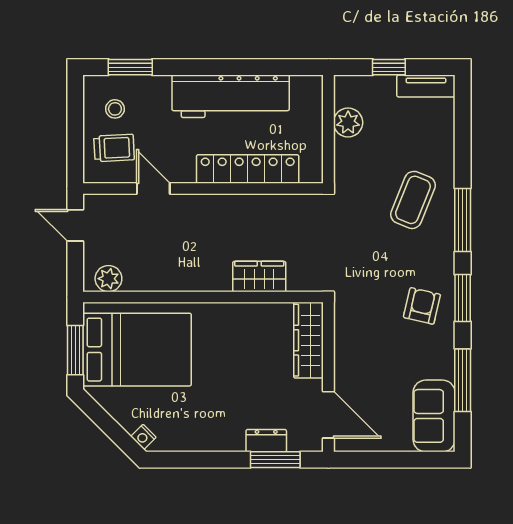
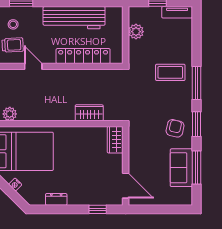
coffee table: (413, 200) -> (170, 72), turned 68
wardrobe: (308, 340) -> (115, 140), width x0.67
sofa: (434, 416) -> (181, 168), moved
nightstand: (143, 437) -> (15, 184), moved
dresser: (266, 441) -> (56, 199), moved
window: (275, 460) -> (98, 209), width x0.67

